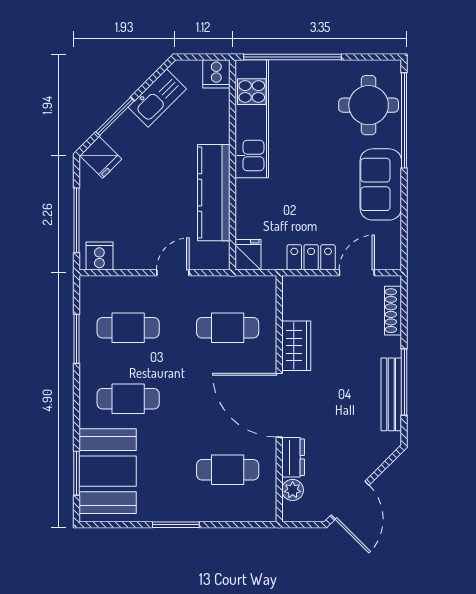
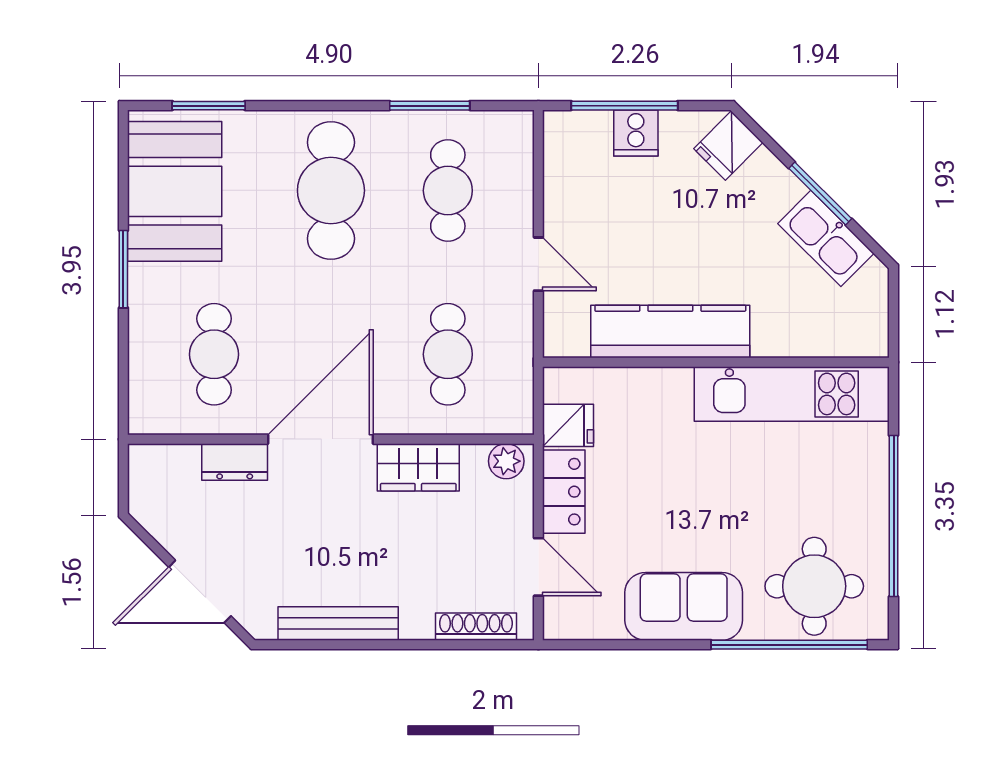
window: (292, 57) -> (894, 516), moved
cooker: (216, 74) -> (866, 336), removed
window: (115, 116) -> (820, 193), moved
fridge: (248, 255) -> (568, 425), moved
cooker: (99, 256) -> (636, 133), moved, turned 90
window: (404, 382) -> (359, 645), removed
cafe table: (128, 399) -> (331, 191), width x1.37, depth x1.35
booth: (108, 471) -> (175, 191), moved, turned 90
plant: (293, 490) -> (506, 461), moved
door: (350, 500) -> (200, 592), moved

